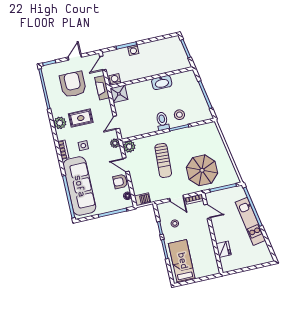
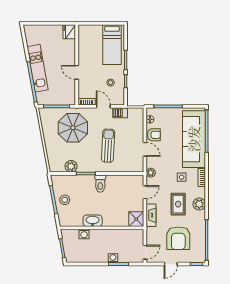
washing machine: (115, 79) -> (84, 234), moved
fireplace: (102, 88) -> (151, 215), moved
stool: (179, 115) -> (65, 200), moved
rug: (81, 118) -> (178, 204), turned 90
plant: (129, 147) -> (71, 166), moved
barbecue: (142, 199) -> (120, 113), moved
door: (207, 211) -> (77, 72), moved
fridge: (224, 249) -> (69, 32), moved

